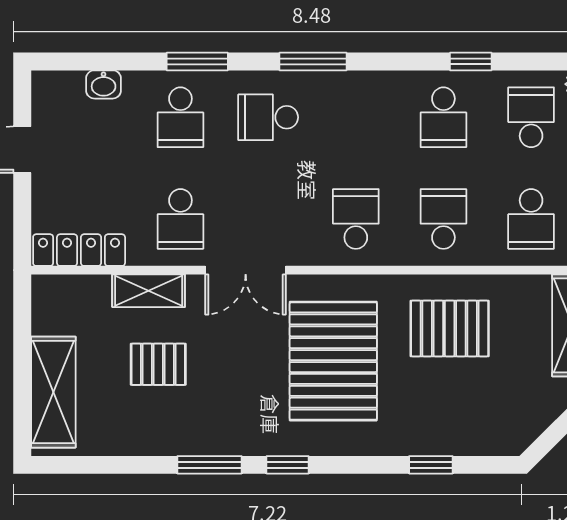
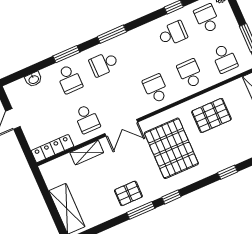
school desk: (443, 117) -> (173, 34), turned -90
pallet: (158, 364) -> (128, 193), moved

